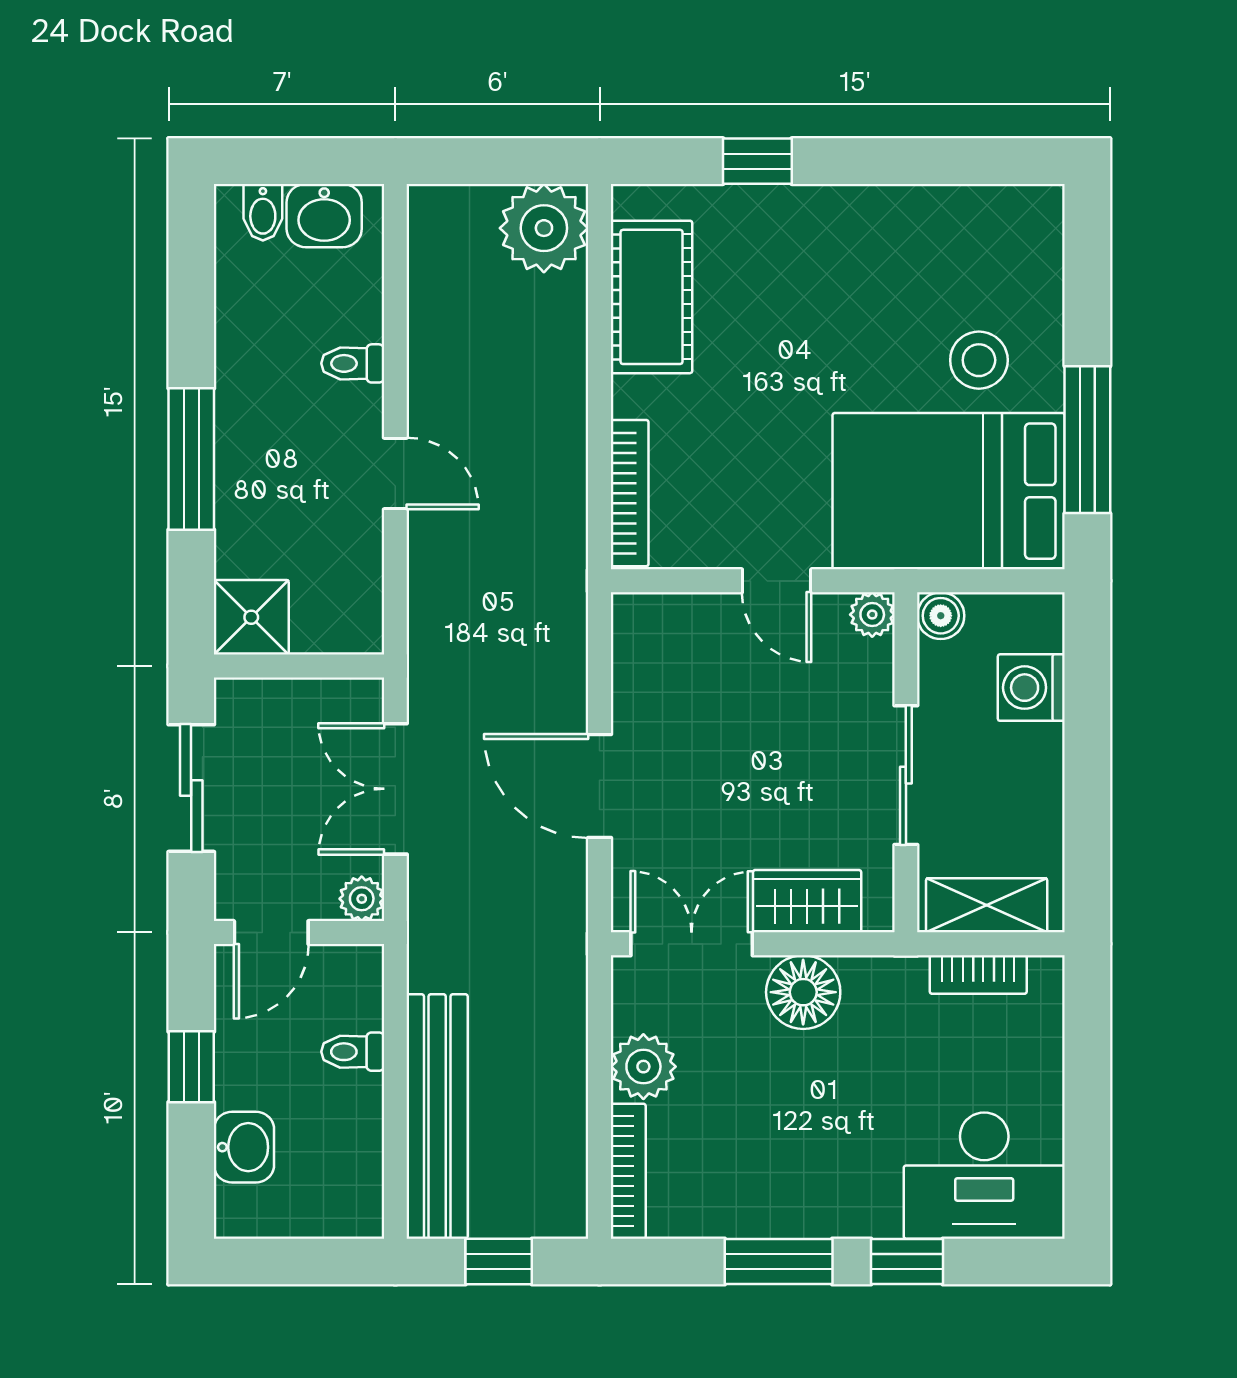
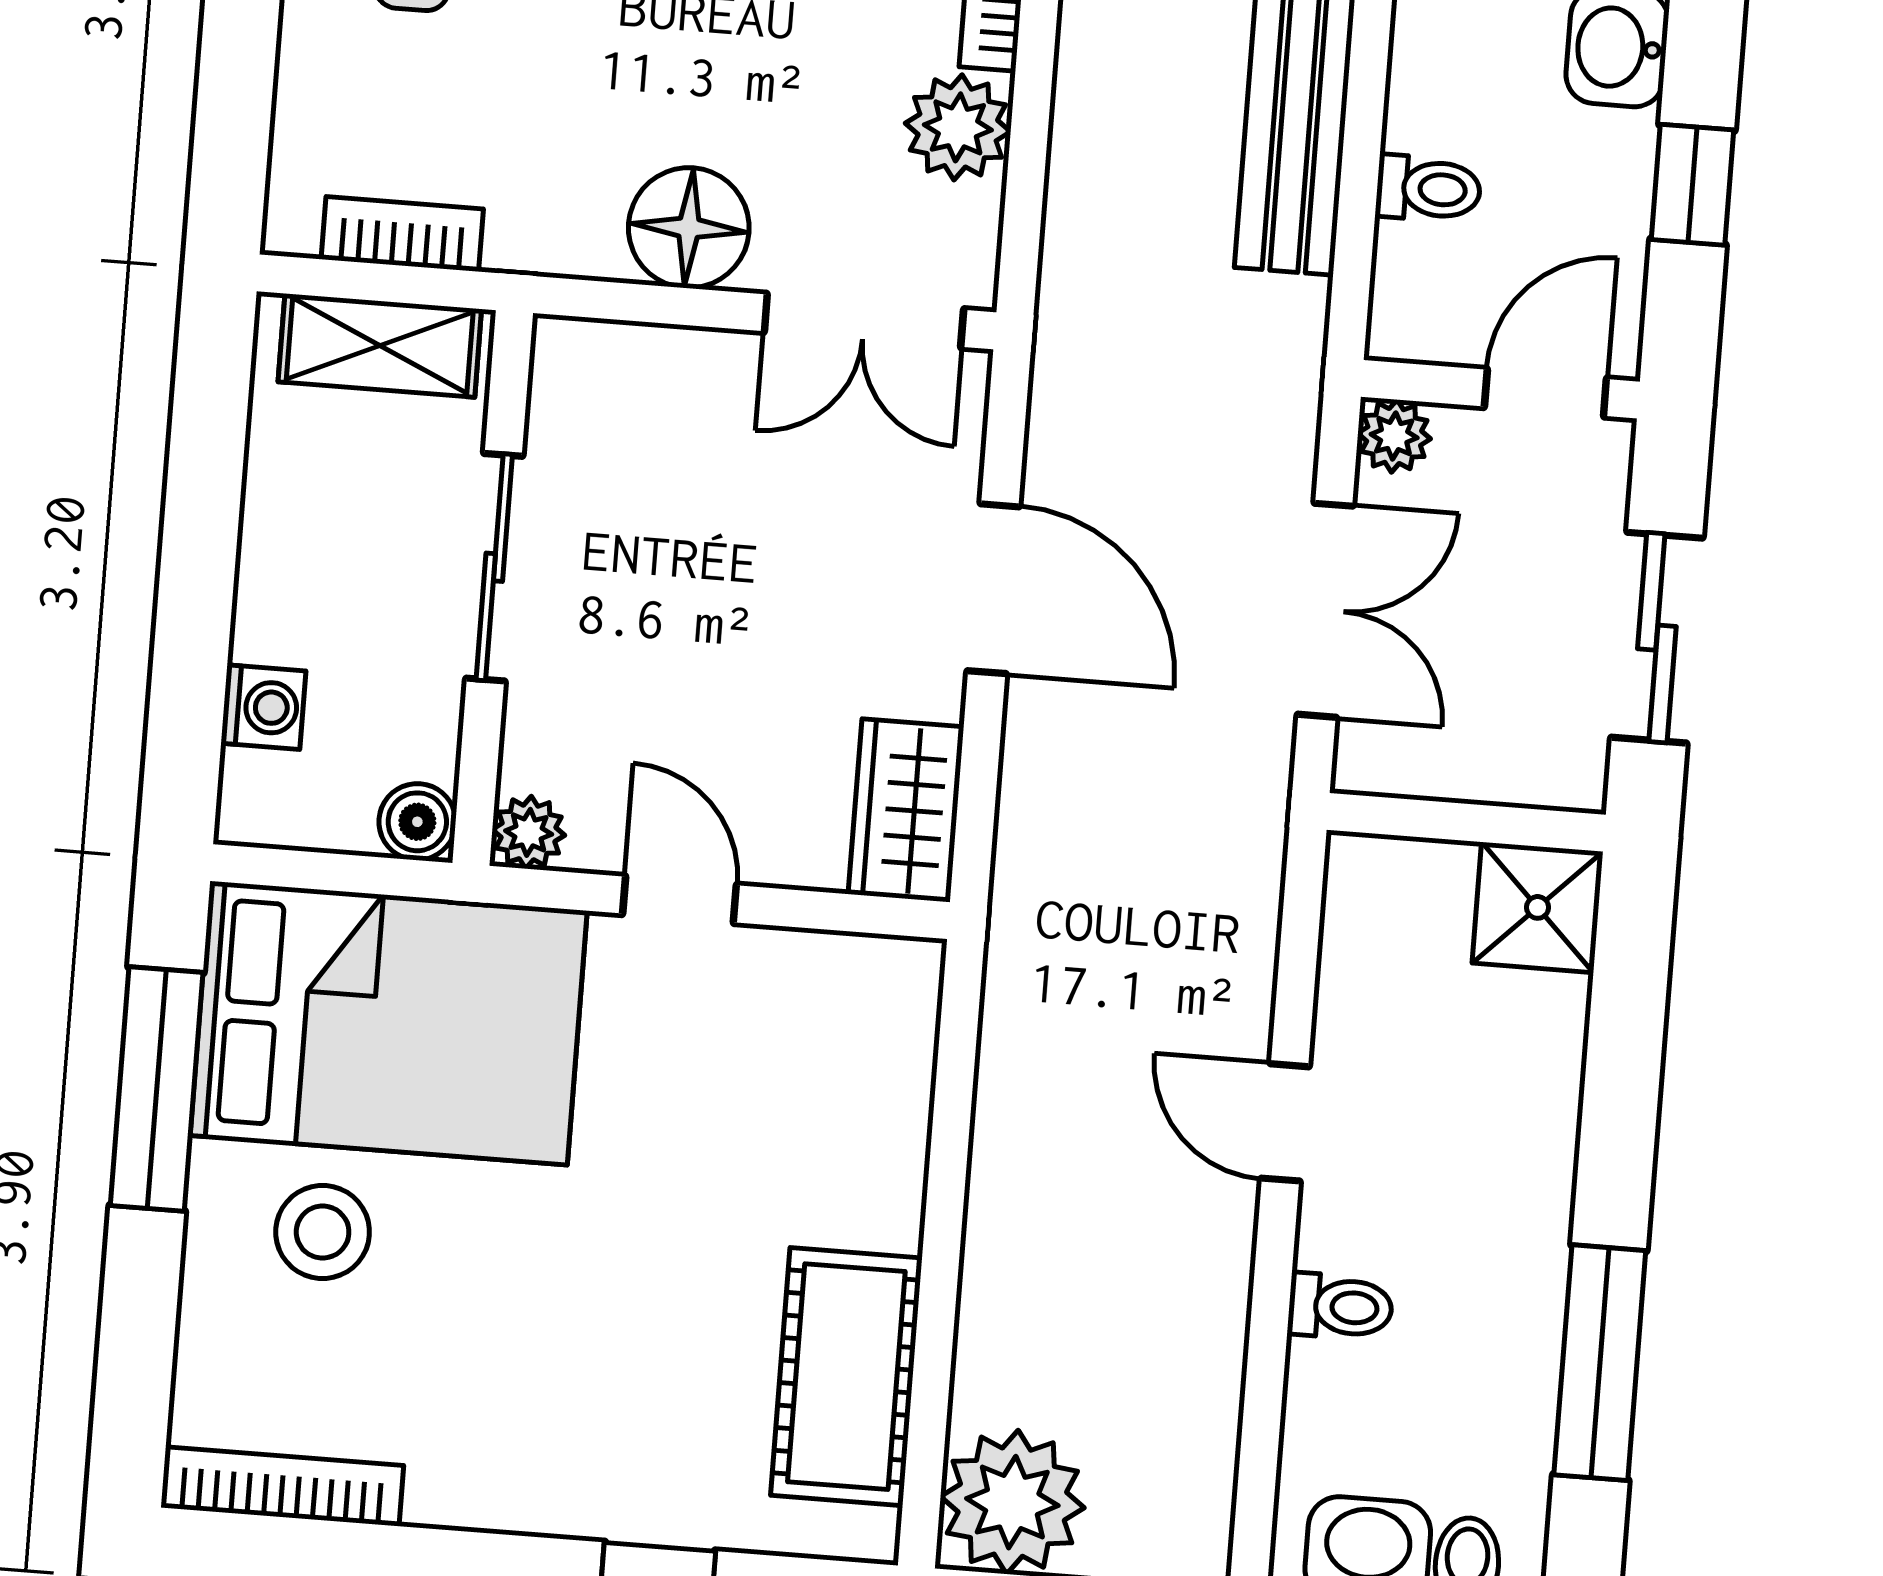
window: (191, 459) -> (1600, 1363), moved
bookcase: (630, 493) -> (282, 1486), moved, turned 90
washing machine: (1031, 688) -> (263, 707), width x0.73, depth x0.73
wardrobe: (807, 901) -> (906, 810), moved, turned 90

